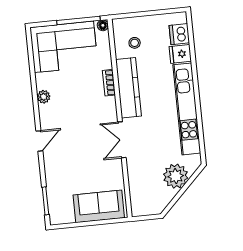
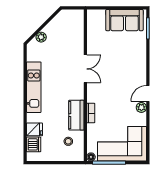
kitchen counter: (128, 88) -> (76, 115), width x0.67
kitchen unit: (187, 109) -> (34, 87), width x0.73
door: (39, 141) -> (148, 93), moved
plant: (176, 176) -> (41, 37), width x0.53, depth x0.53
sofa: (99, 206) -> (124, 20), moved

